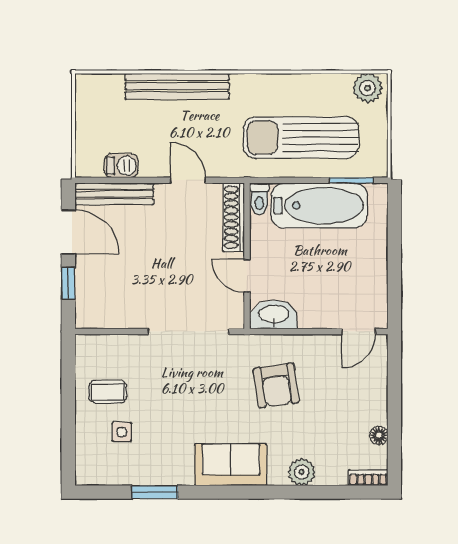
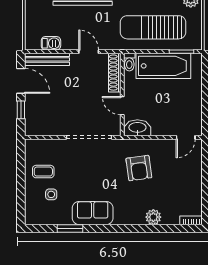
floor lamp: (379, 435) -> (197, 196), removed
sofa: (231, 465) -> (93, 213), moved

